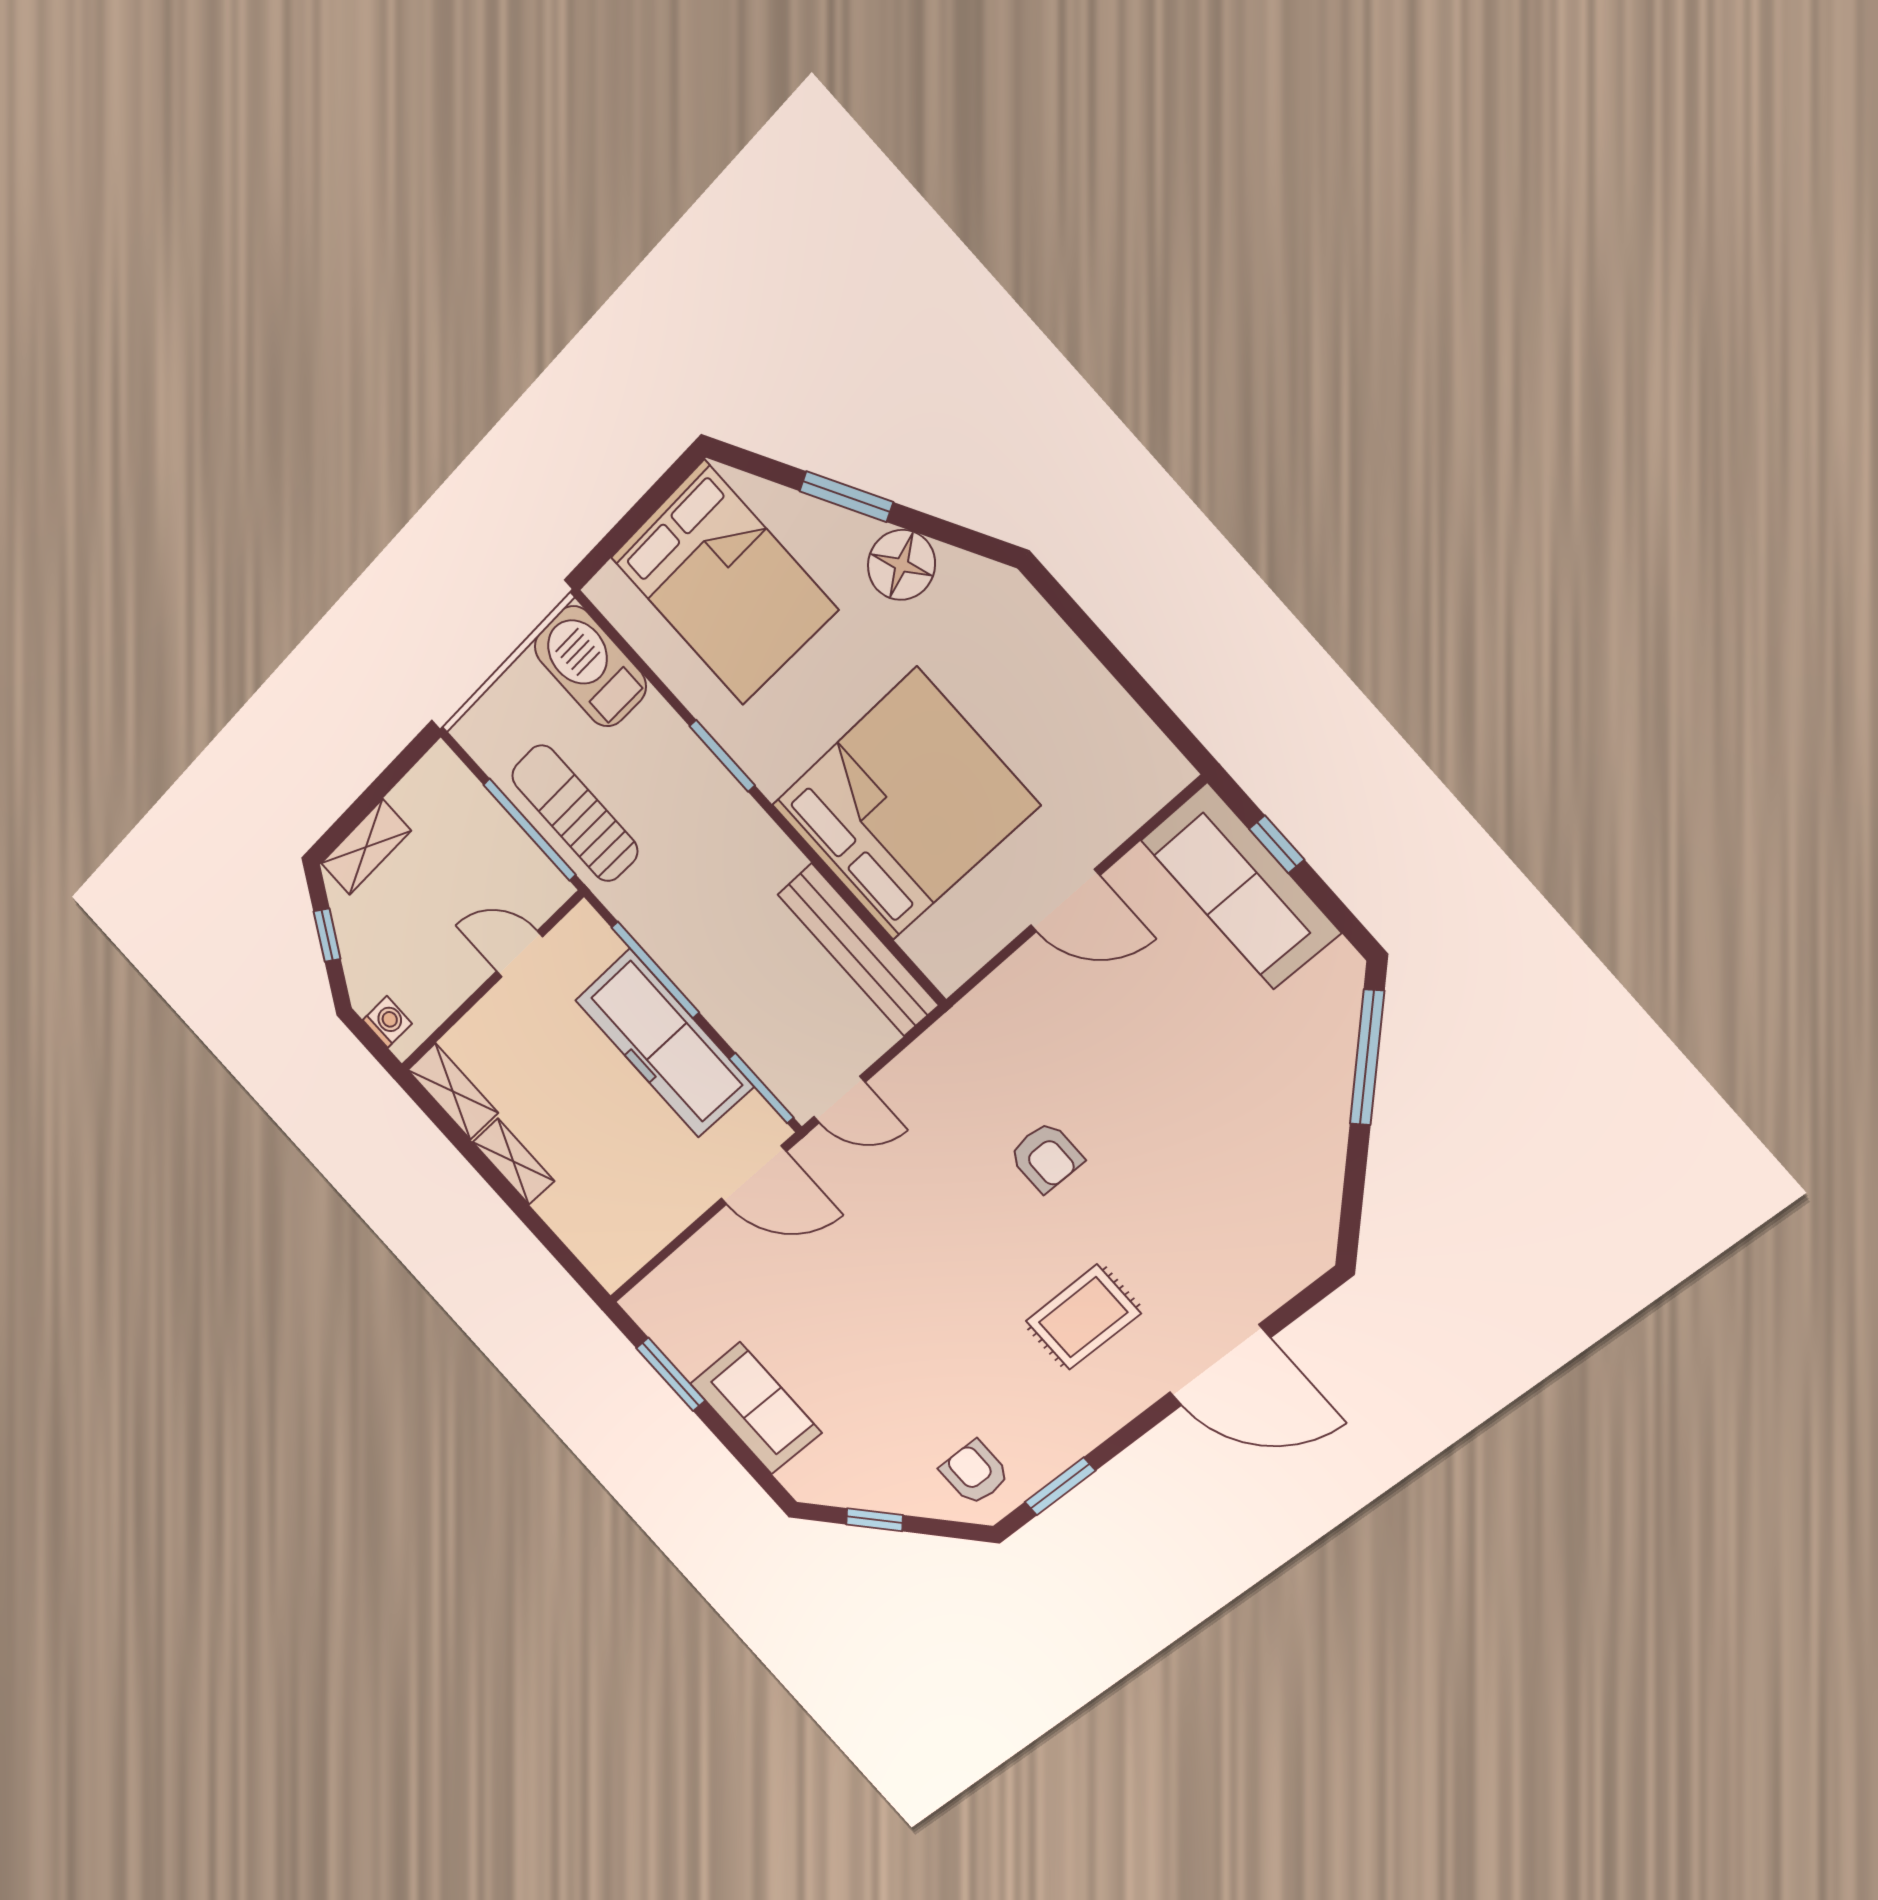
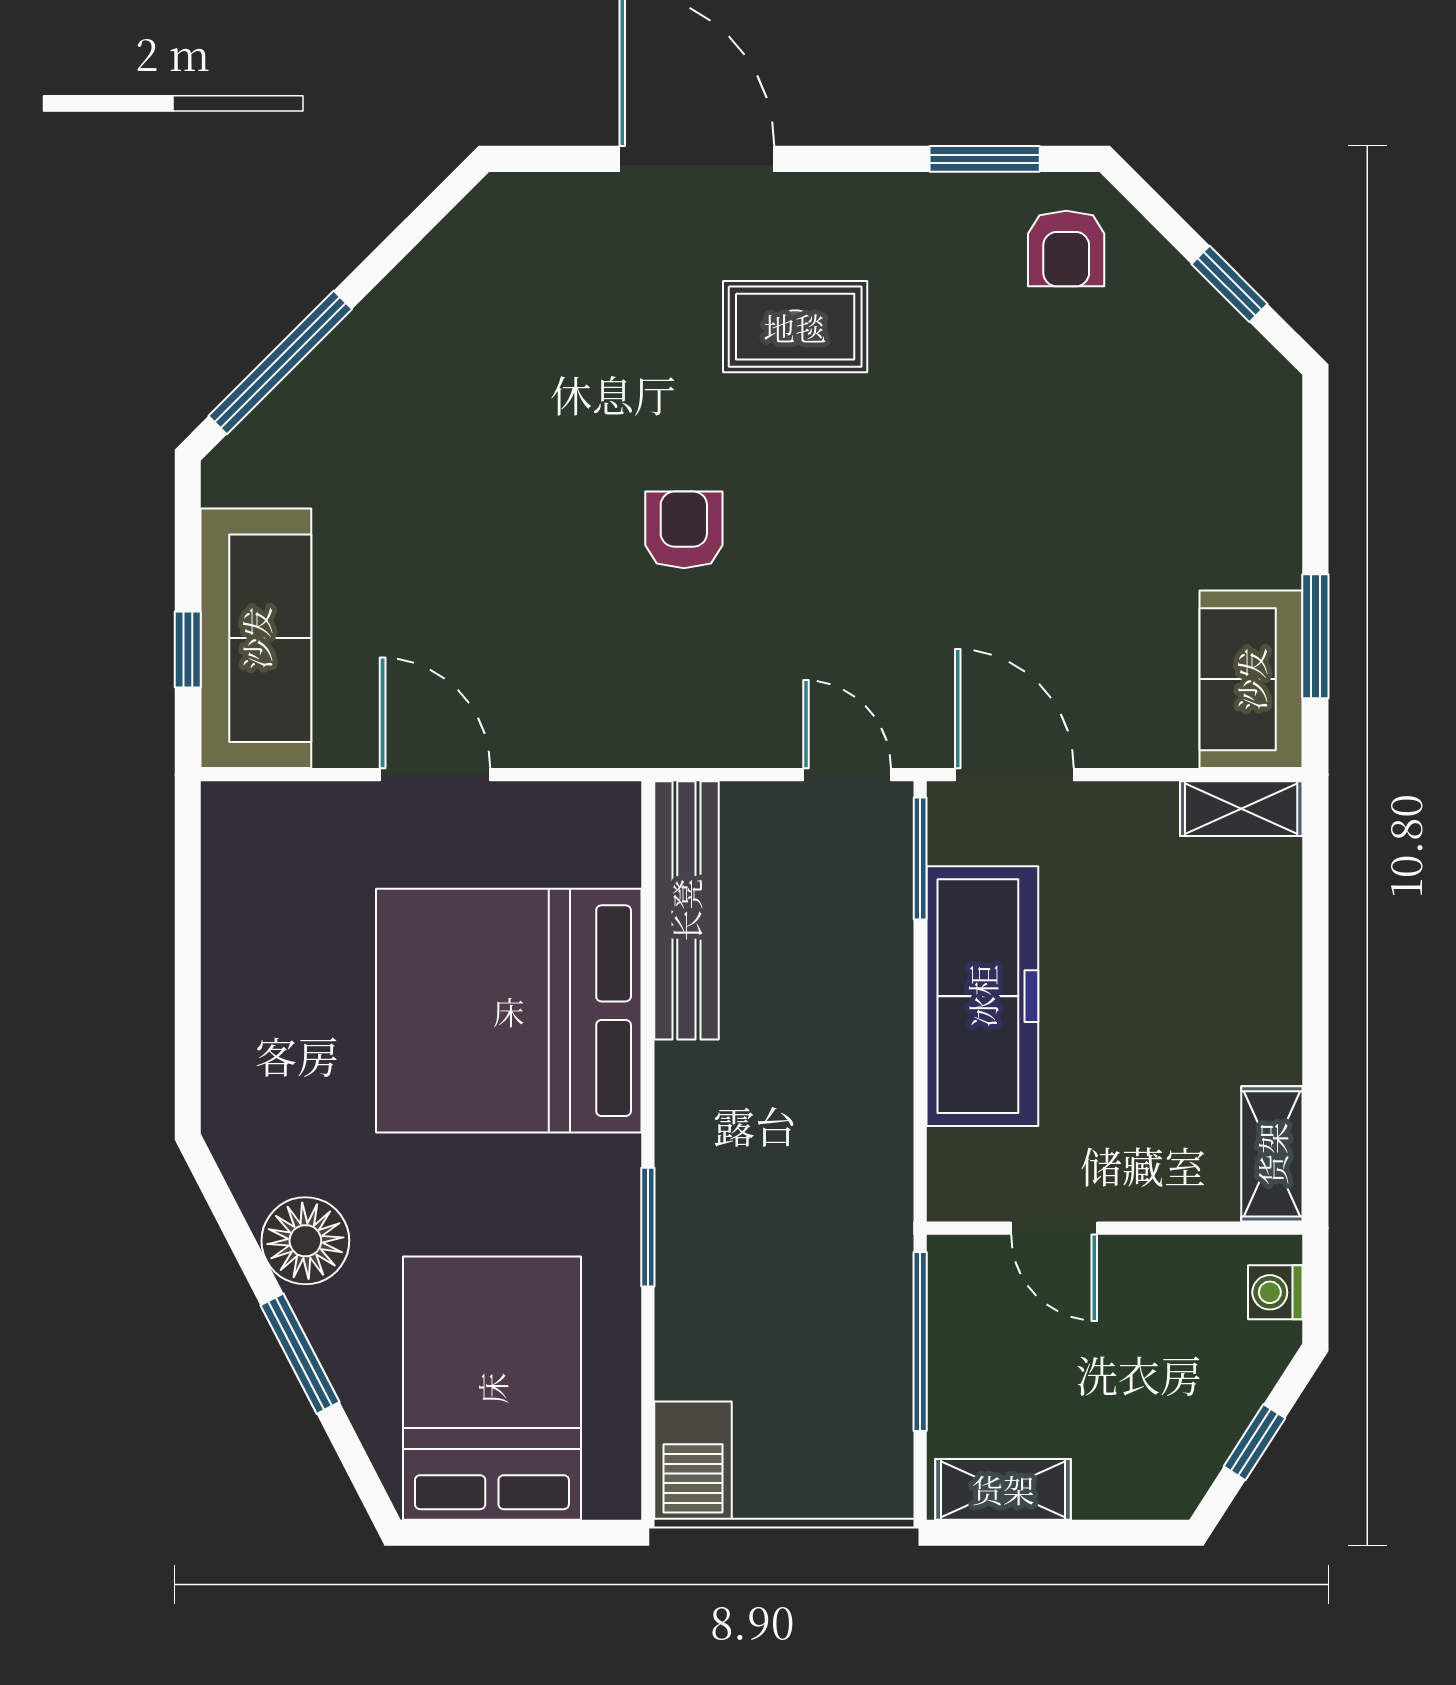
barbecue: (590, 666) -> (693, 1461), width x0.73, depth x0.83
sun lounger: (575, 813) -> (856, 1313), removed
shelving: (366, 847) -> (1003, 1489), moved
window: (655, 970) -> (920, 1080), removed
shelving: (514, 1162) -> (1241, 809), moved, turned 90
sofa: (756, 1408) -> (1251, 679), moved

